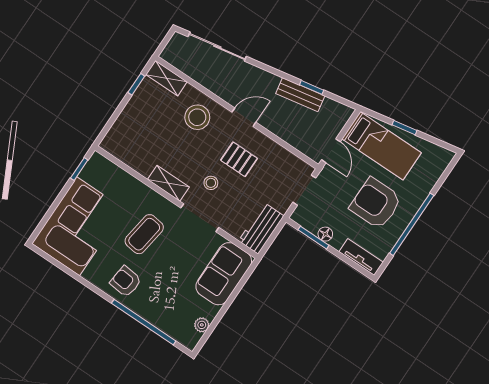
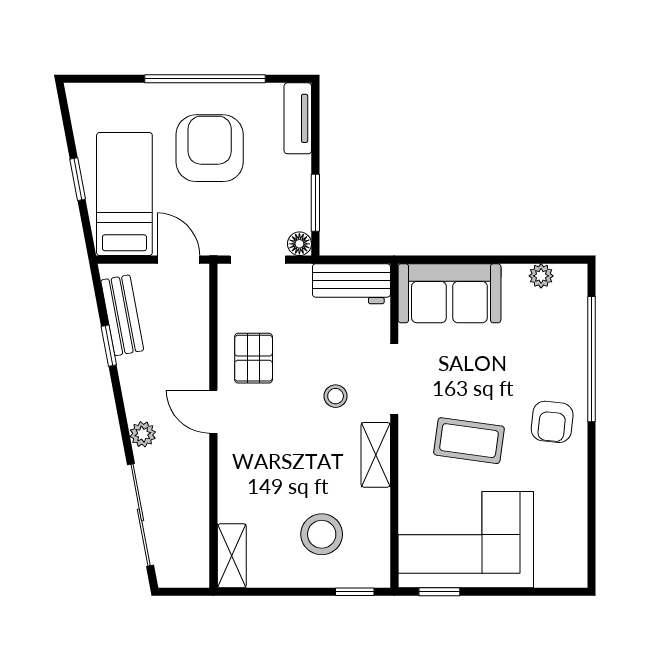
plant: (256, 75) -> (143, 434), added
window: (136, 84) -> (355, 592), moved
bench: (300, 95) -> (122, 315), moved
stool: (197, 117) -> (322, 534), moved
door: (331, 151) -> (178, 260), hinge flipped
pallet: (239, 159) -> (254, 358), moved
armchair: (376, 203) -> (210, 148), turned 180
corner sofa: (78, 226) -> (466, 540), moved
floor lamp: (325, 234) -> (299, 244), moved

